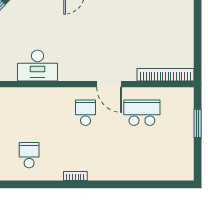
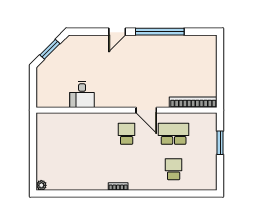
desk: (38, 66) -> (82, 95), width x0.73
school desk: (29, 155) -> (174, 169), moved

